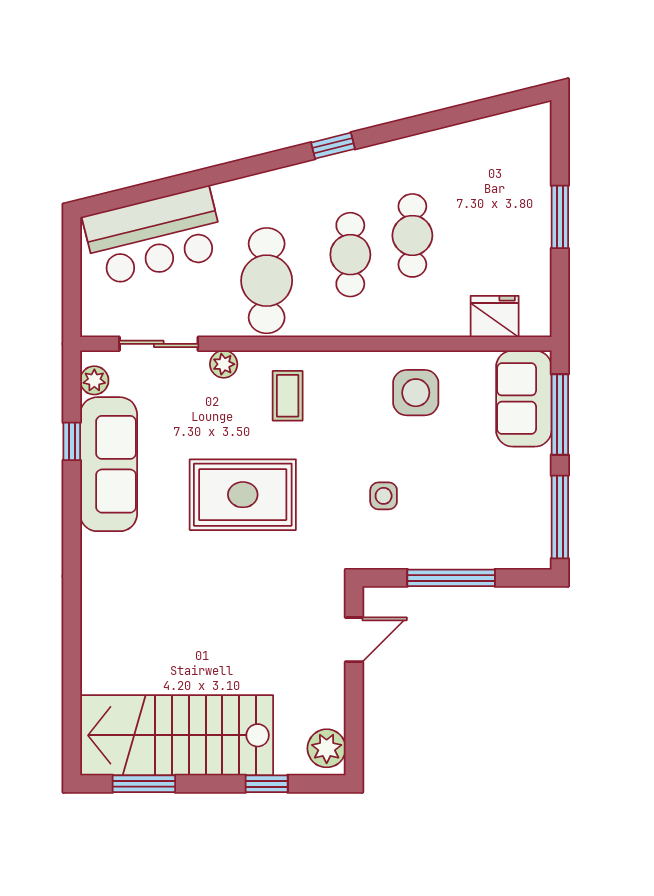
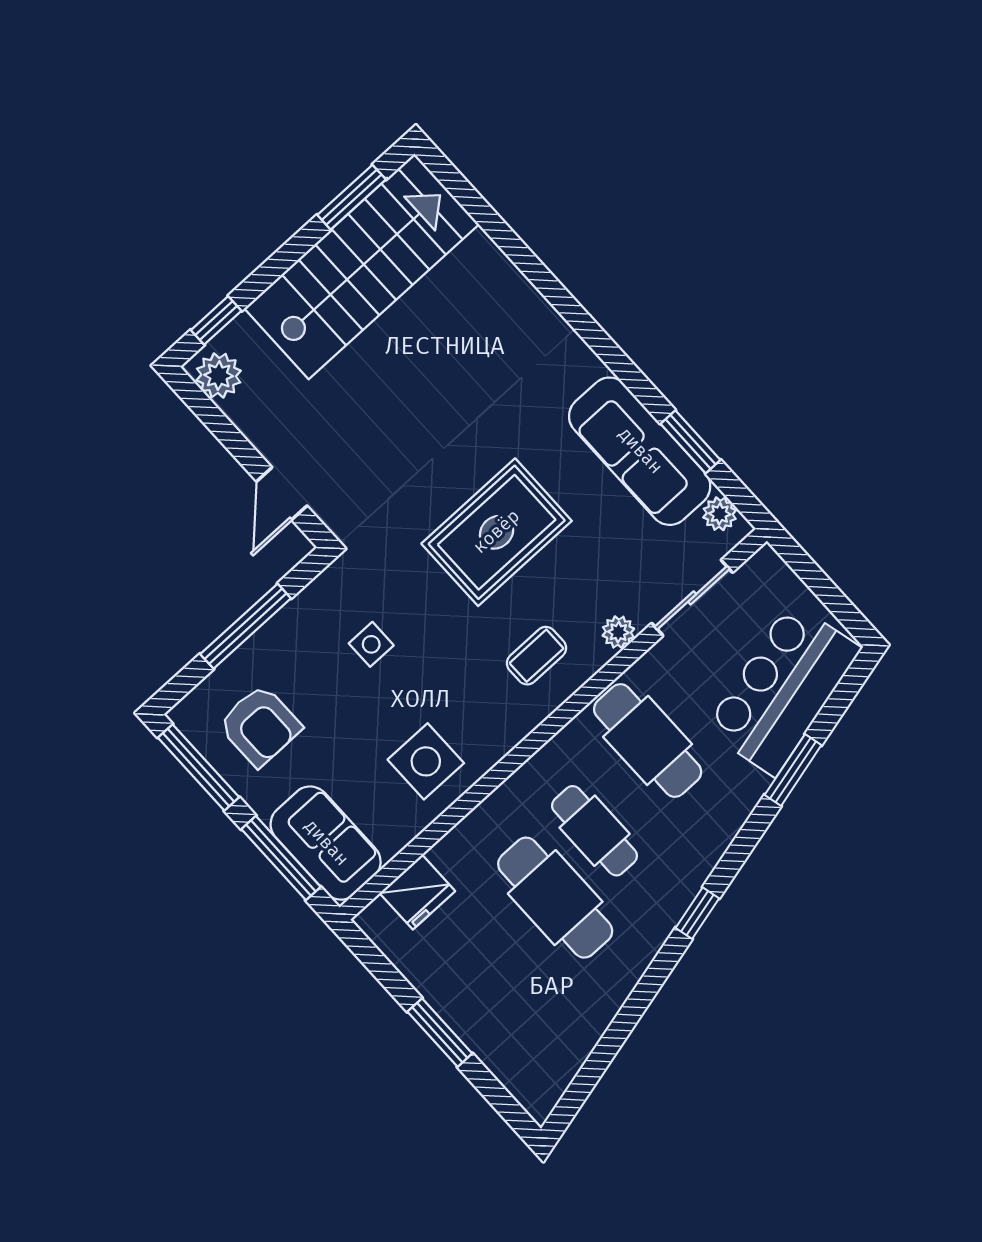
window: (193, 180) -> (793, 770), added
cafe table: (412, 235) -> (555, 898), width x1.37, depth x1.35
coffee table: (288, 396) -> (536, 656), turned 90
window: (72, 441) -> (691, 442), width x1.50
armchair: (498, 508) -> (260, 726), added
window: (267, 784) -> (216, 320), moved

